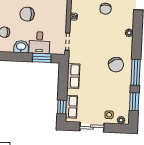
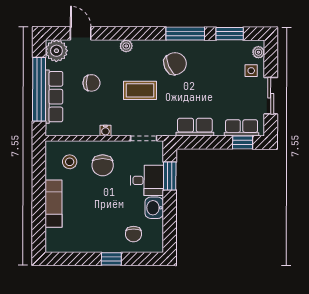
chair: (27, 14) -> (103, 165), moved
coffee table: (99, 41) -> (140, 90), added

